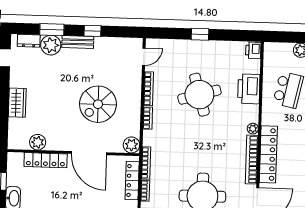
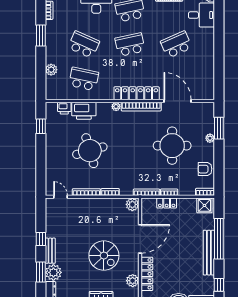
window: (200, 34) -> (41, 126), moved
printer: (253, 50) -> (64, 108), moved
spiral stairs: (98, 104) -> (104, 256), moved
locker: (132, 181) -> (167, 203), width x0.66

